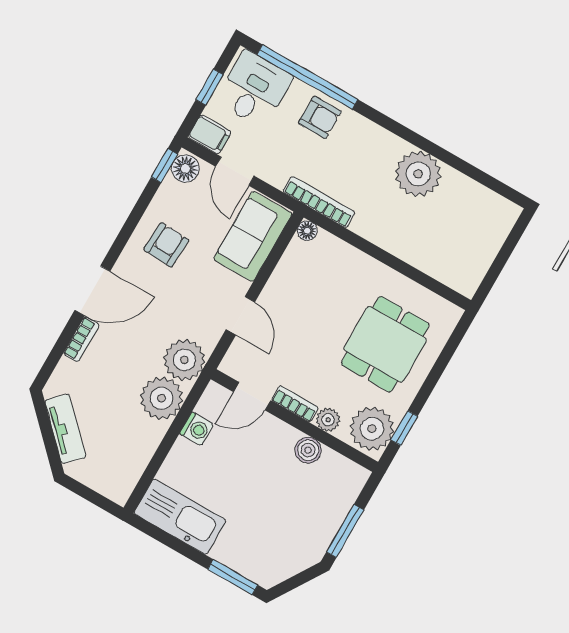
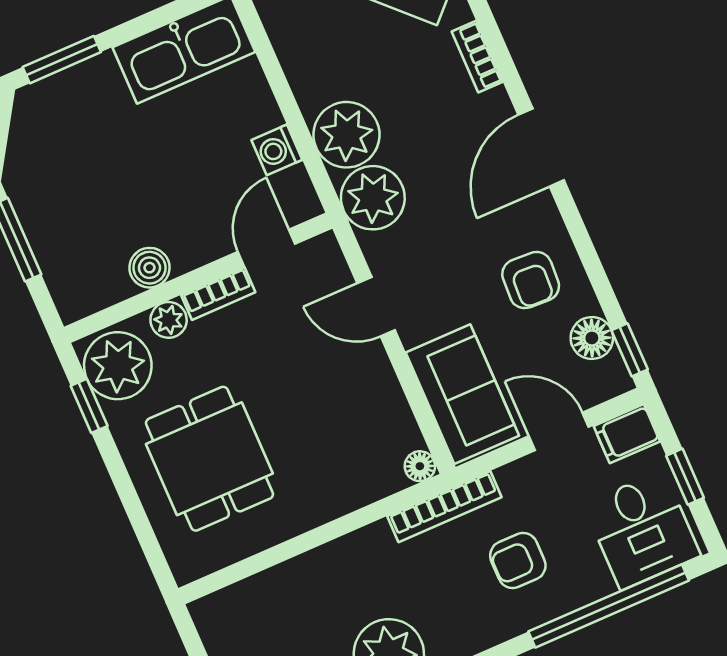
armchair: (320, 117) -> (518, 561), moved
floor lamp: (185, 169) -> (592, 338), moved
bookcase: (81, 339) -> (477, 57), moved

